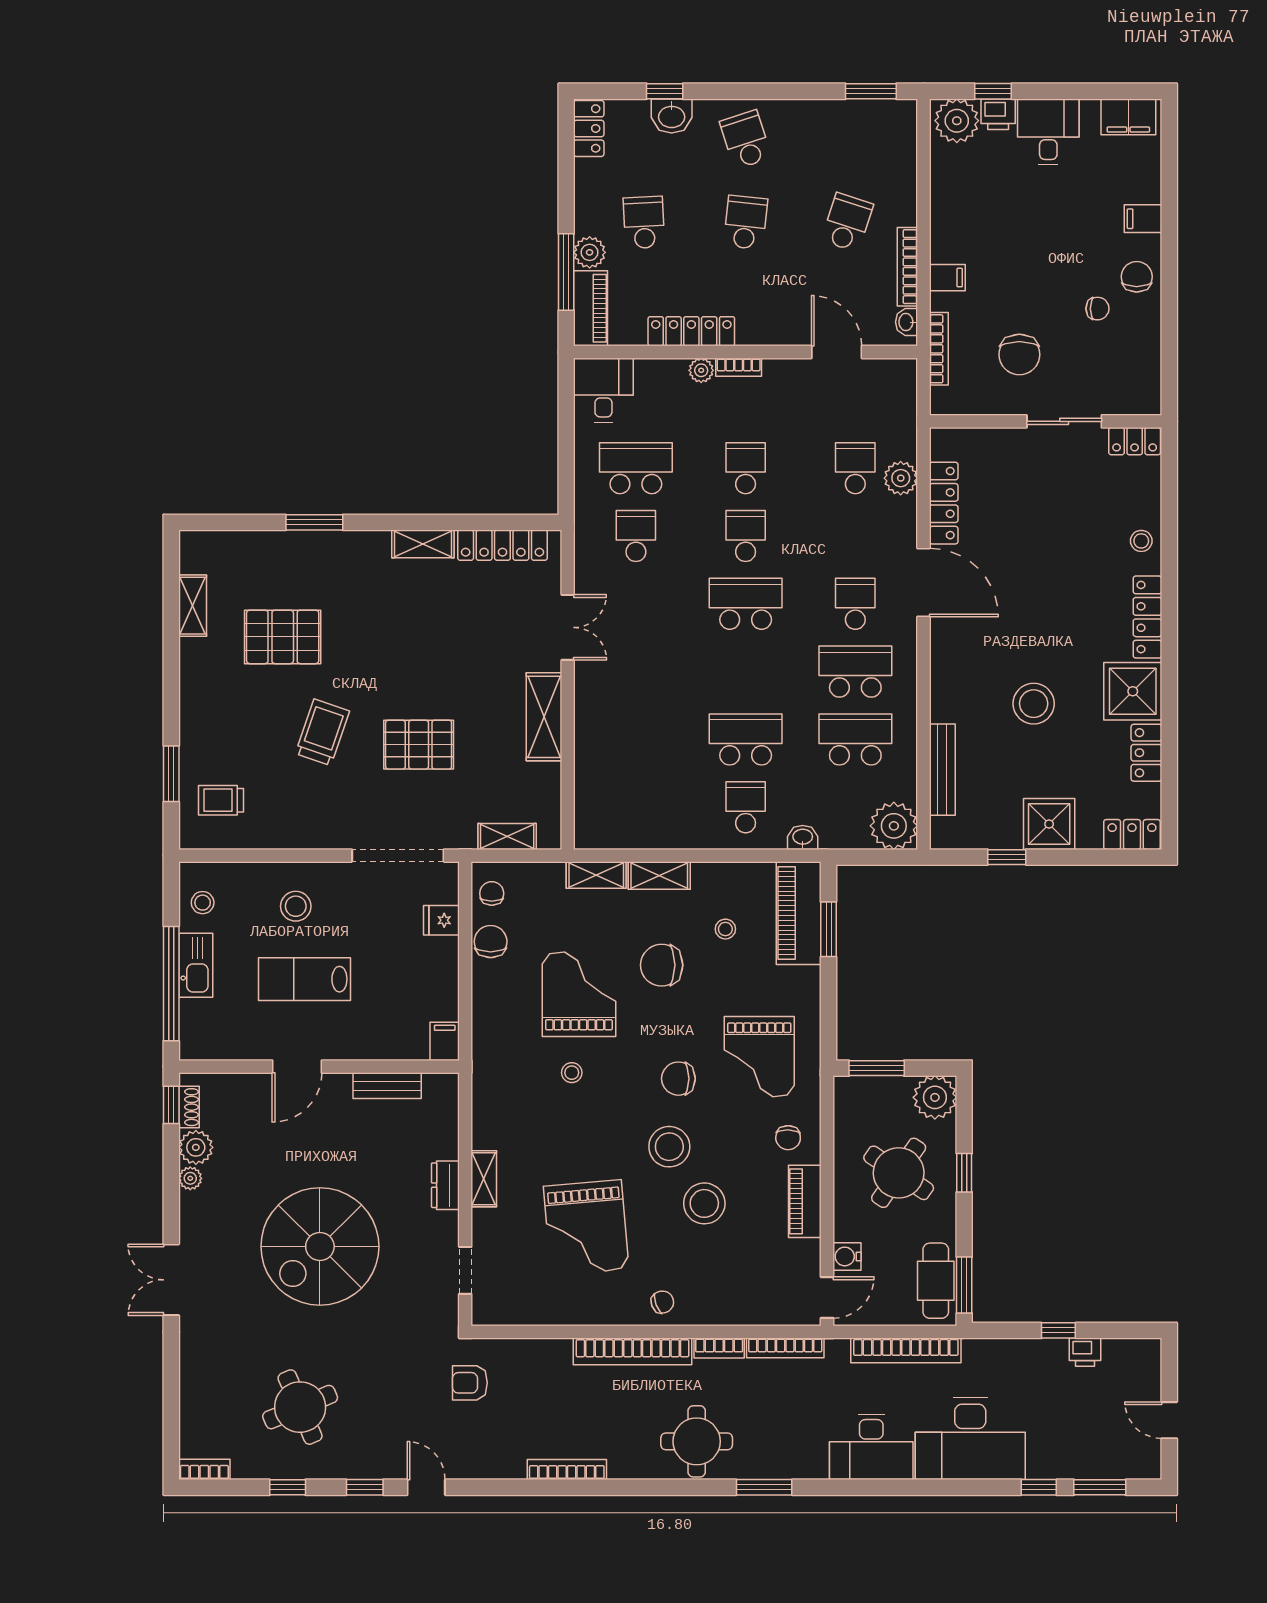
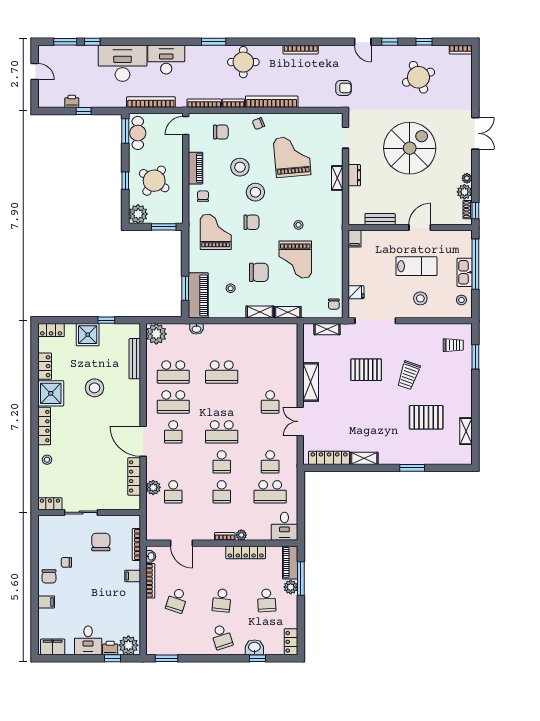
school desk: (746, 807) -> (270, 402), moved
chair: (491, 942) -> (221, 132), moved, turned -90
water cooler: (847, 1256) -> (177, 144), removed

